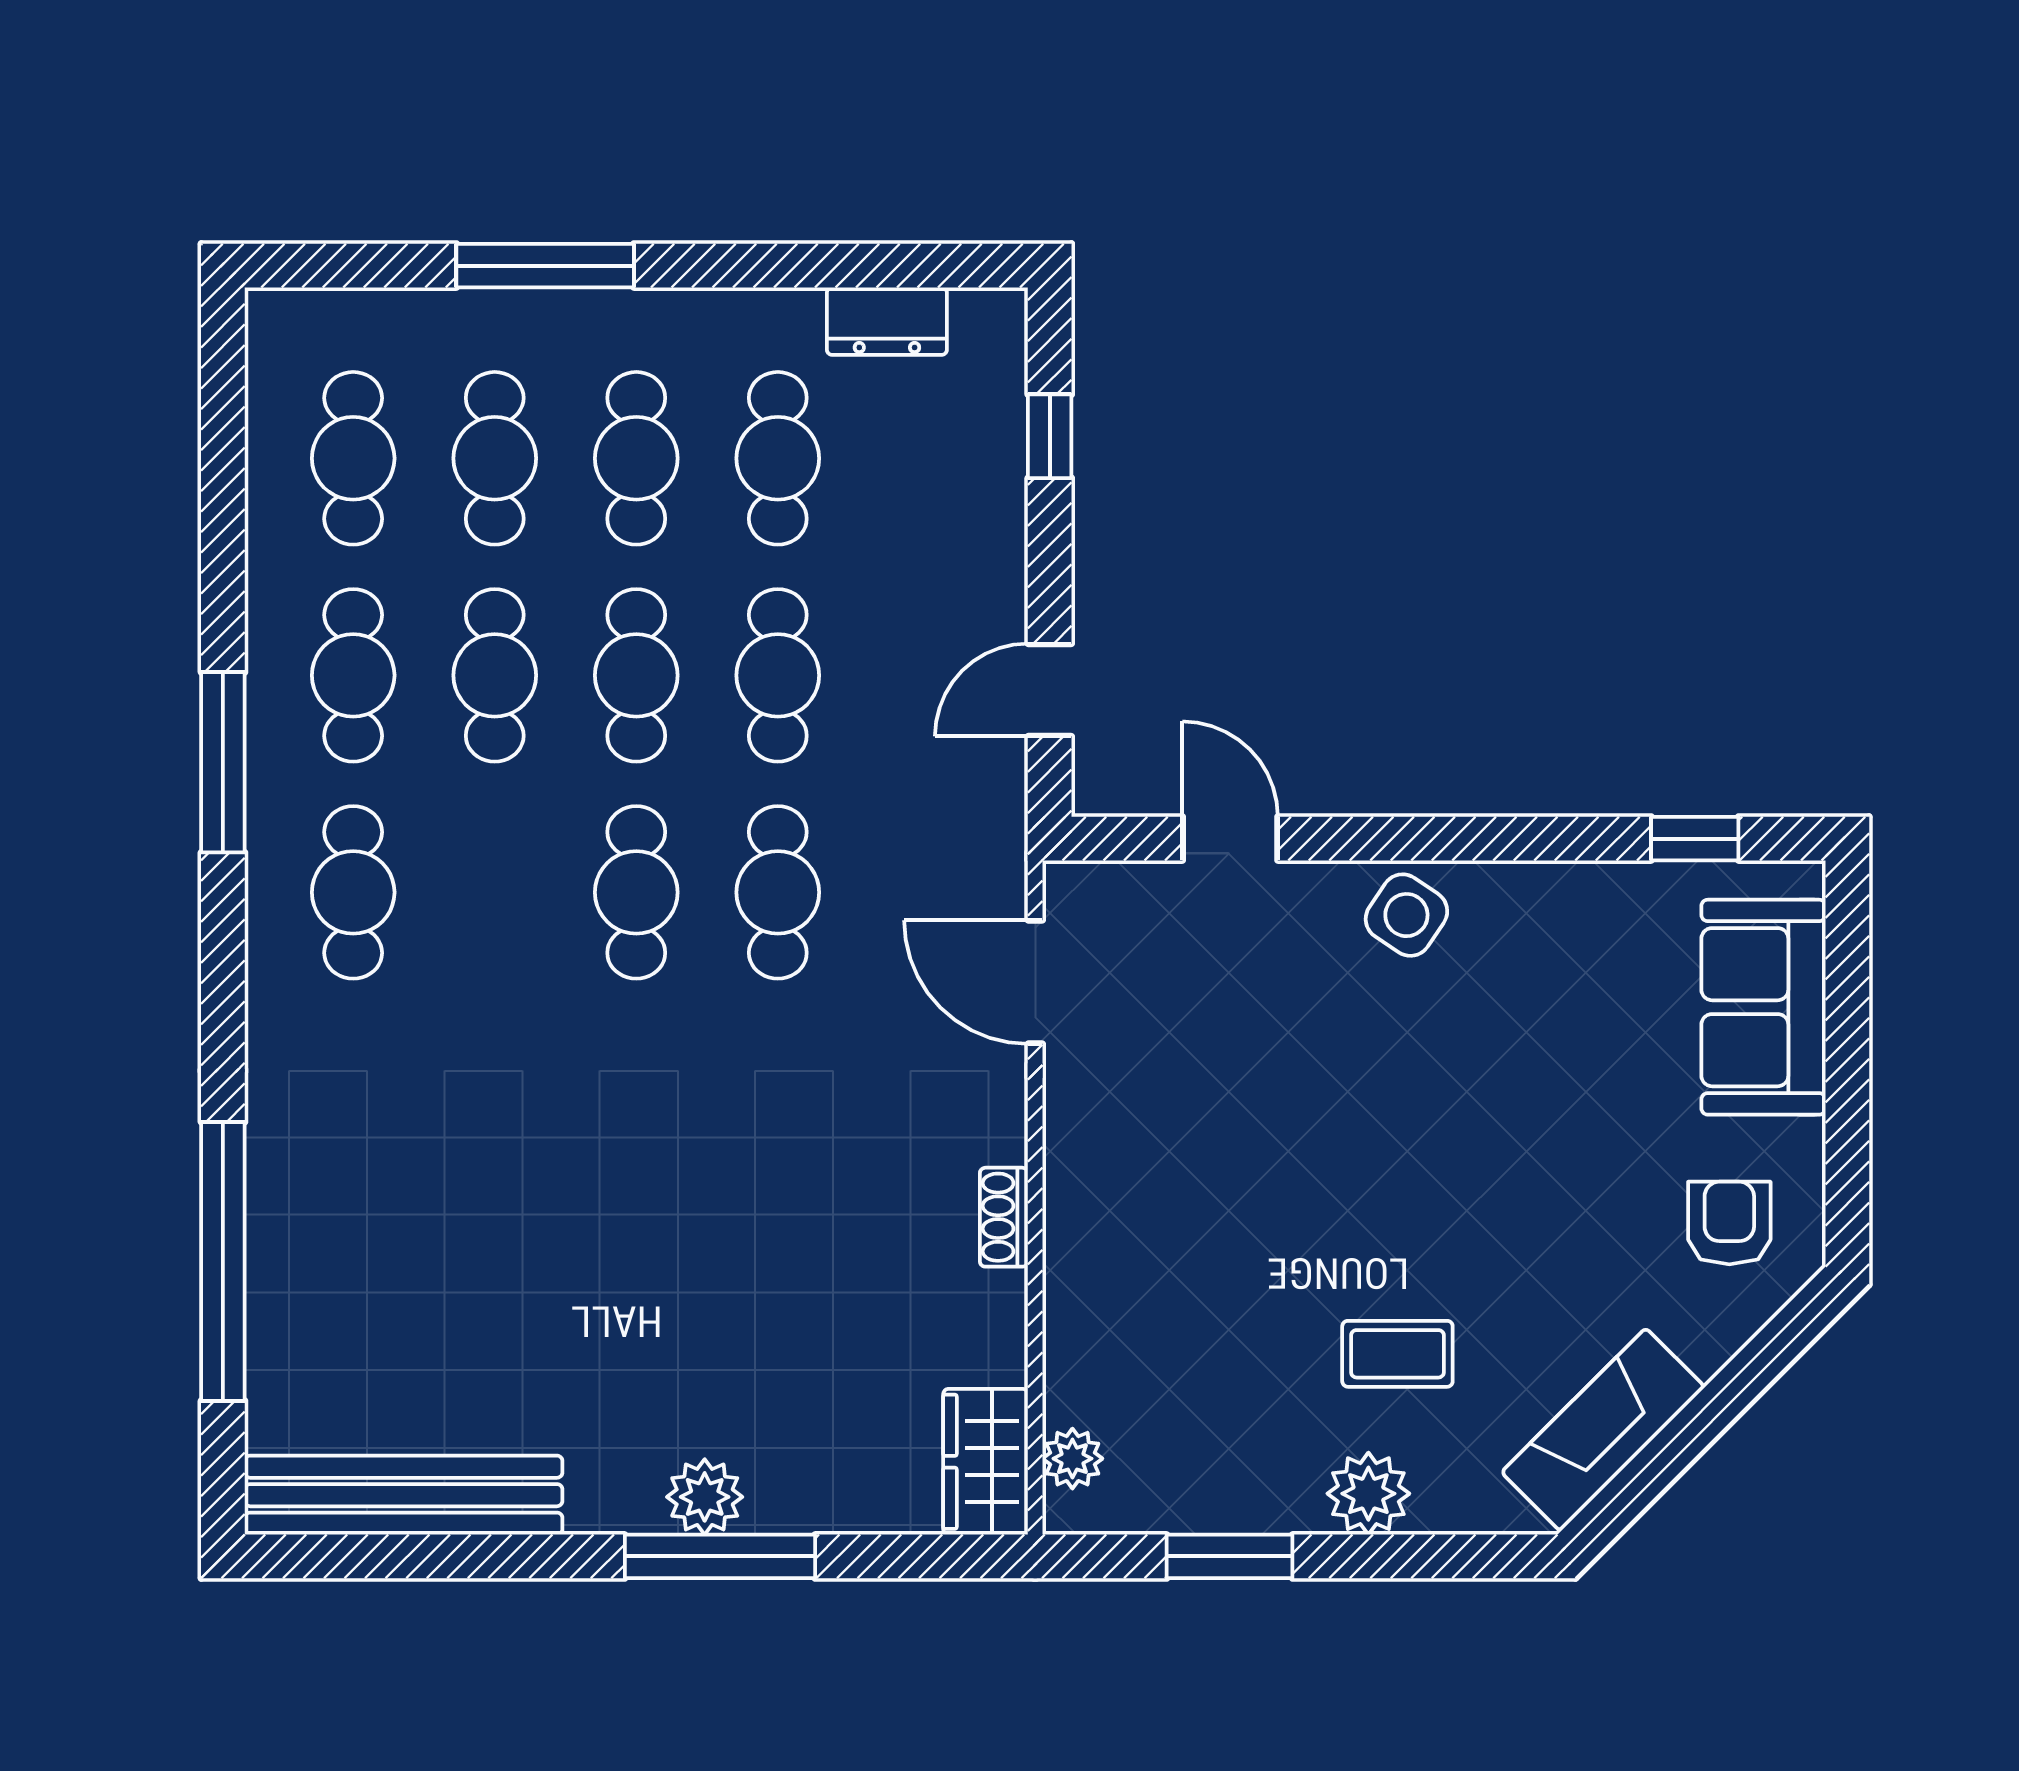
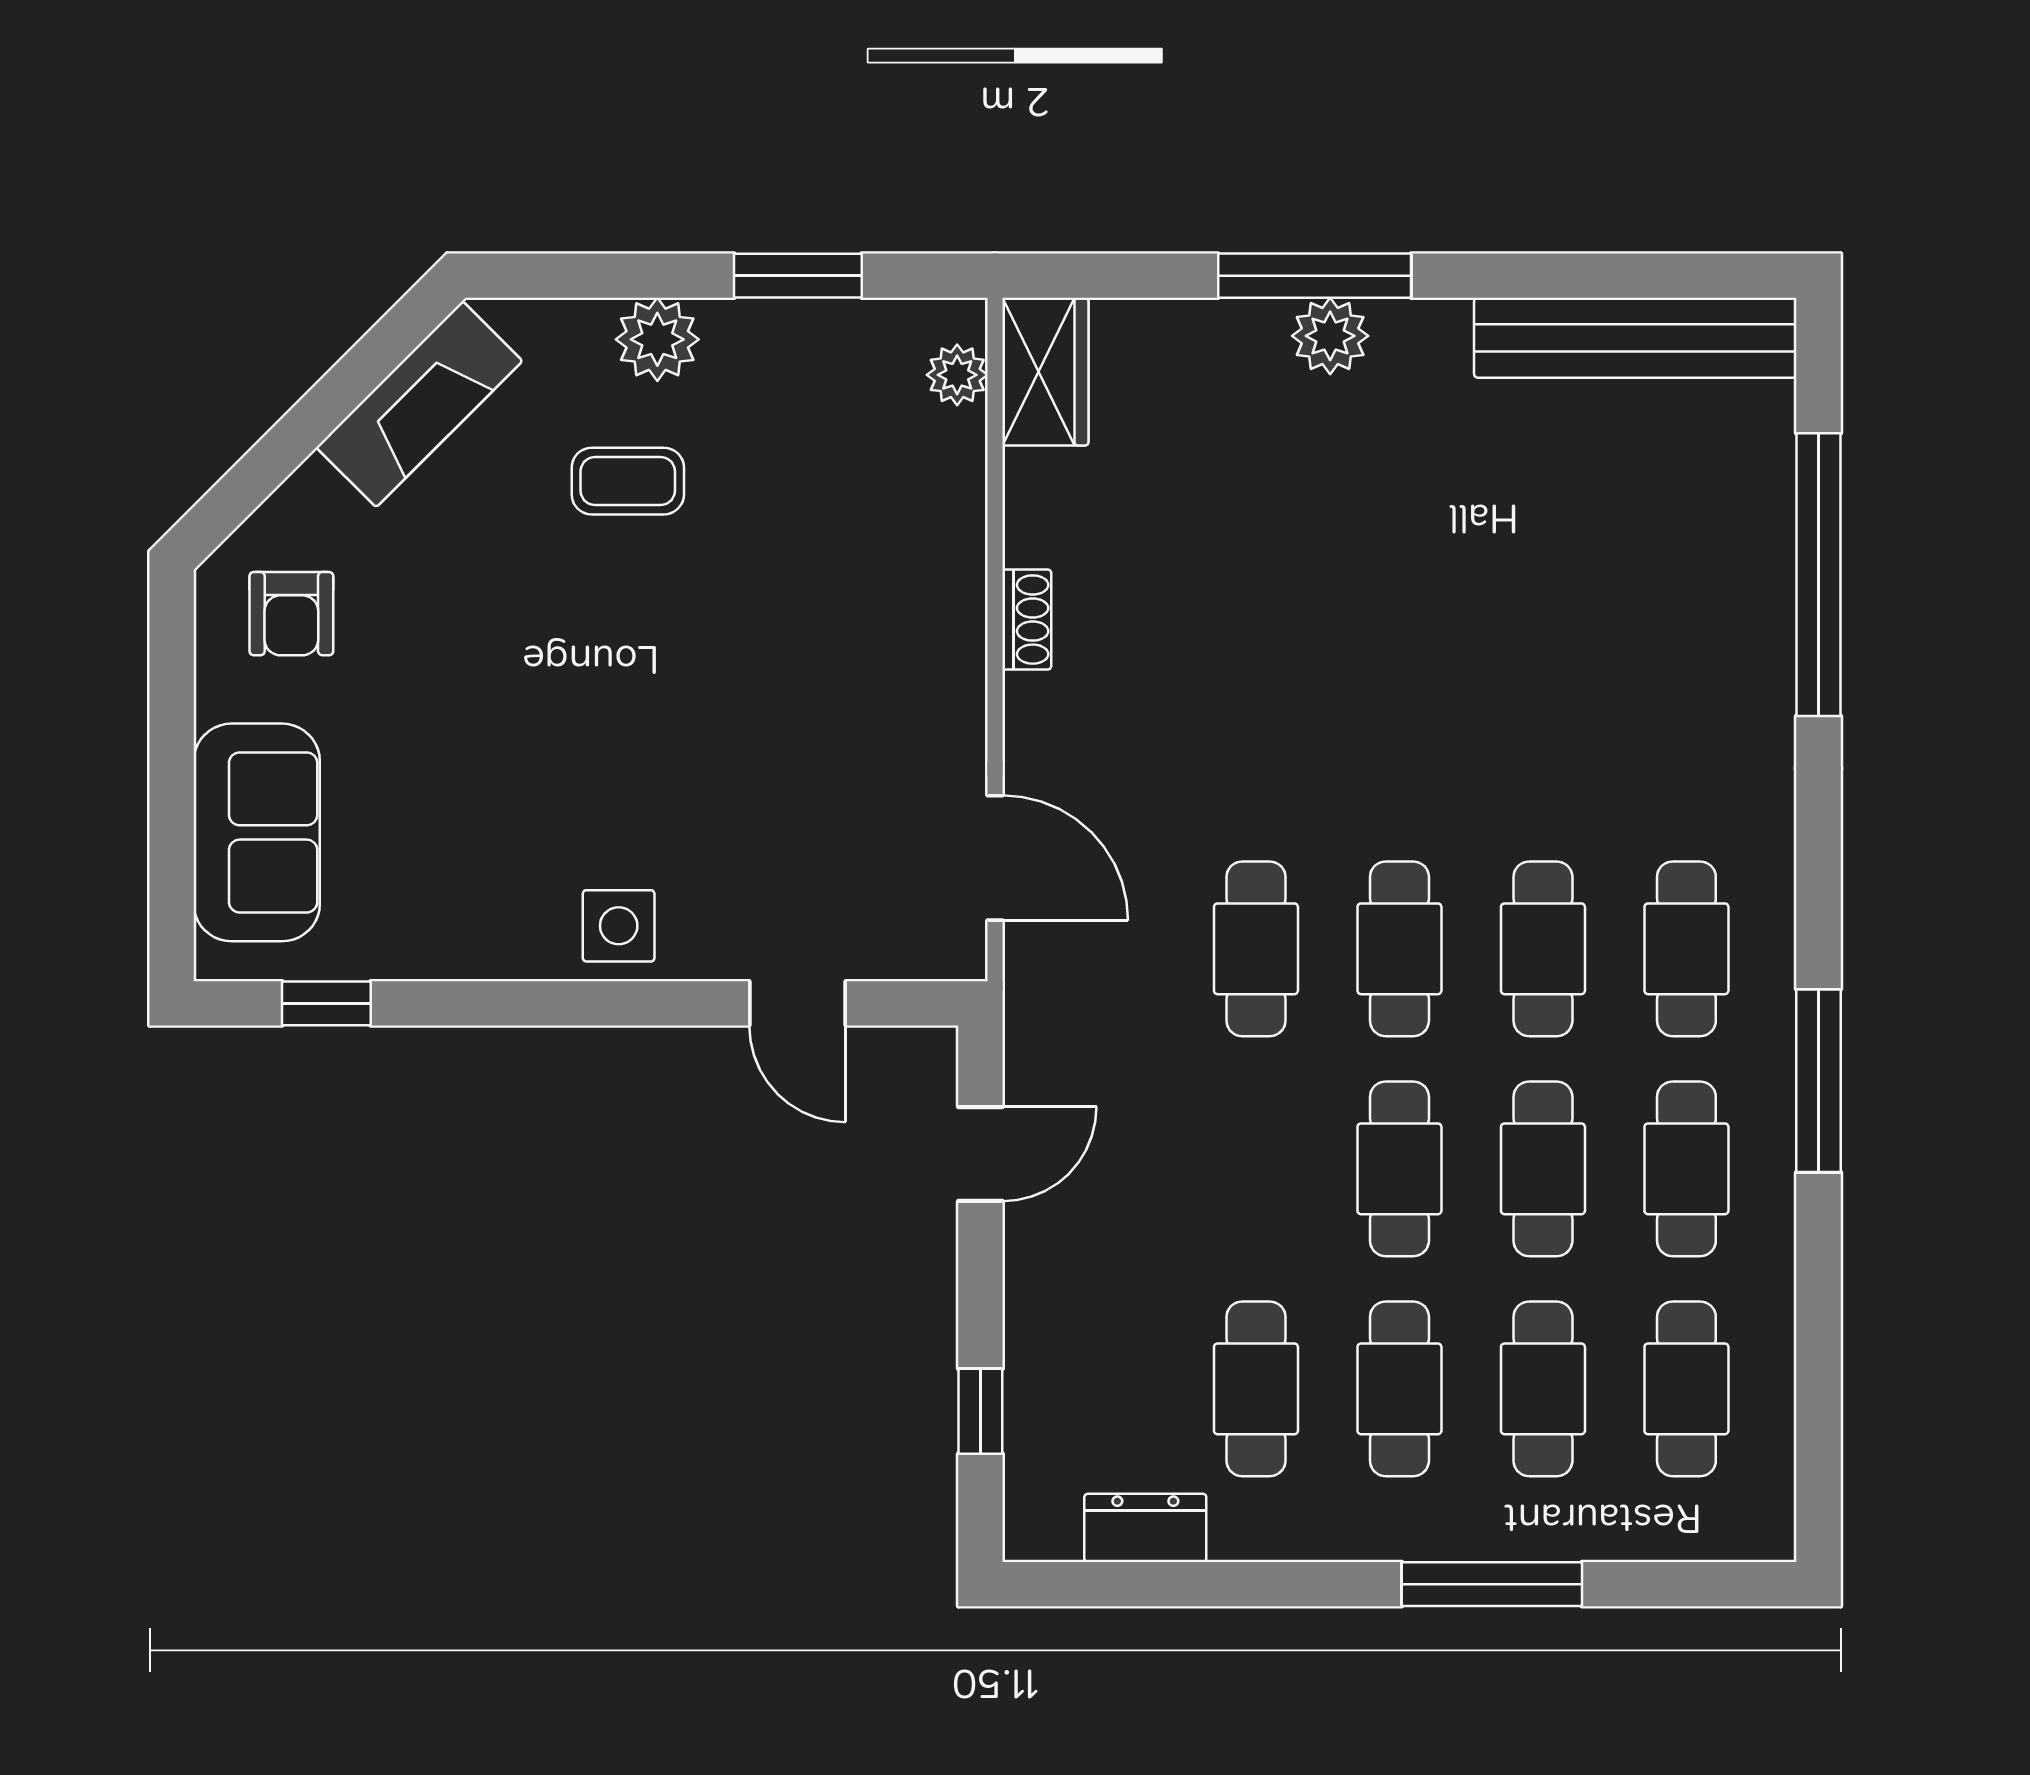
cafe table: (778, 675) -> (1543, 949), moved
side table: (1406, 915) -> (619, 926), turned -34

